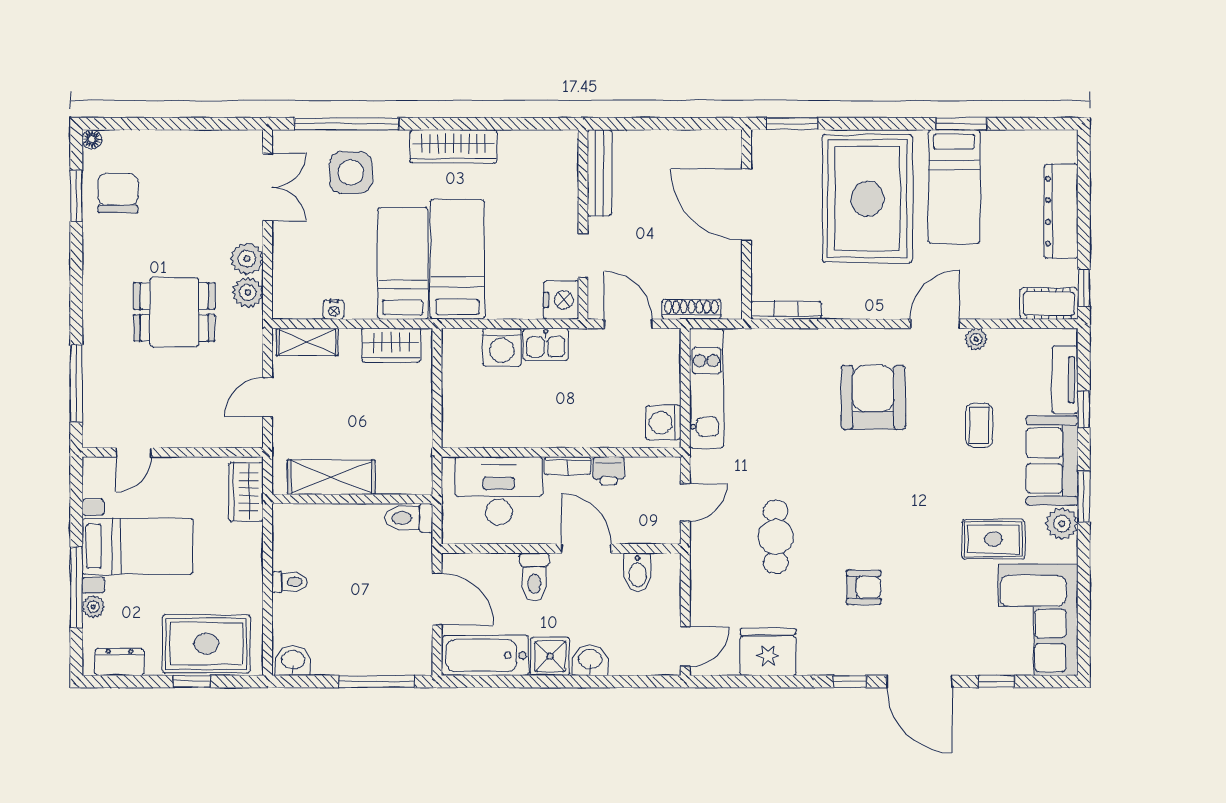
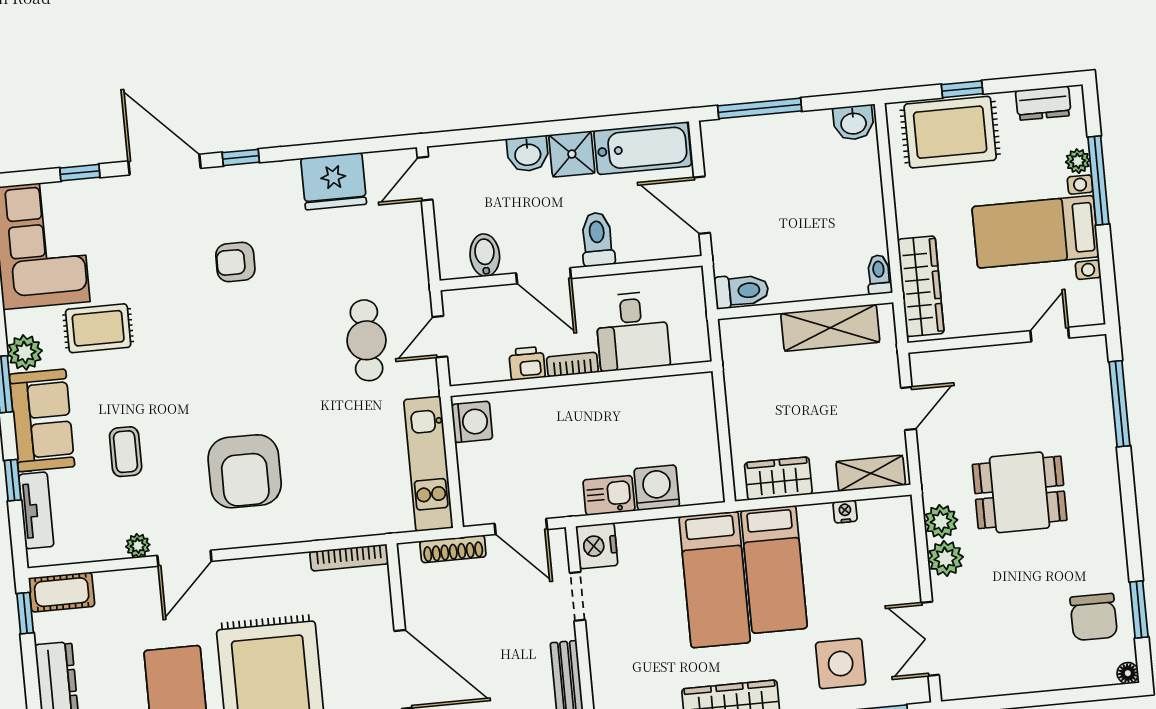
desk: (499, 491) -> (632, 331), width x0.73
wardrobe: (246, 492) -> (921, 286), width x1.50
cafe table: (776, 537) -> (366, 340), moved
toilet: (290, 582) -> (879, 275), moved, turned 90

